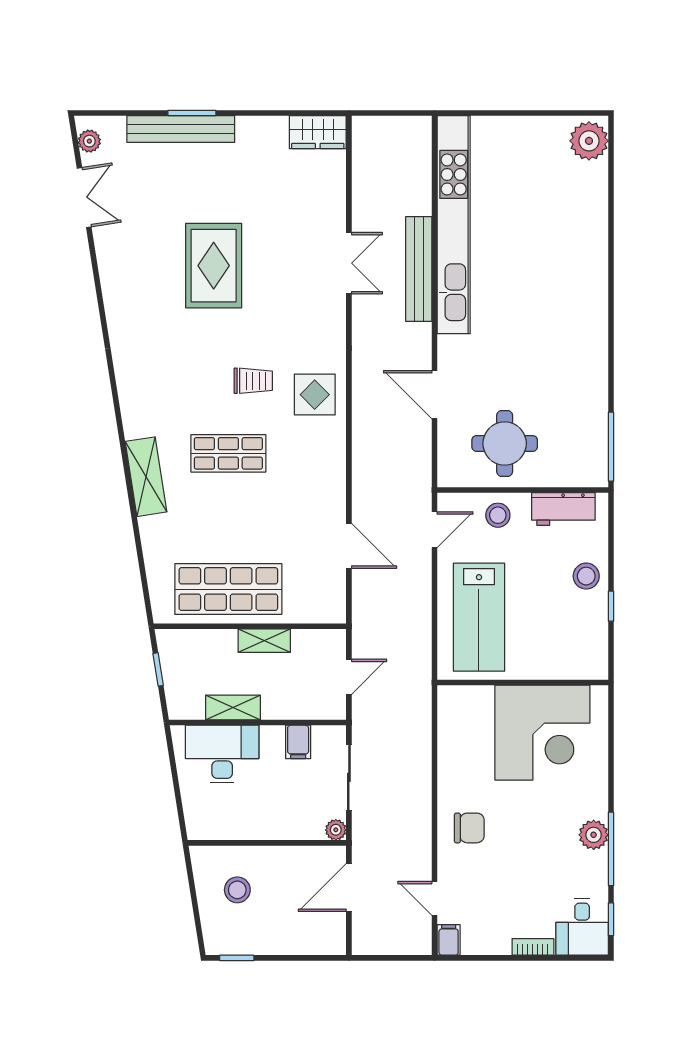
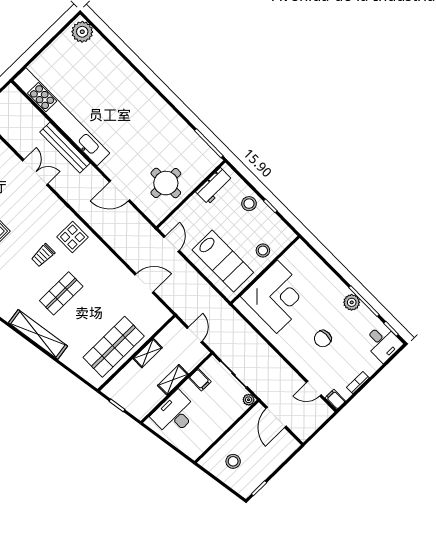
trolley: (253, 381) -> (43, 255), turned 180
shelving: (146, 477) -> (38, 334), width x1.47
stool: (498, 515) -> (263, 250), moved
shelving: (233, 708) -> (173, 380), moved
corner desk: (542, 733) -> (277, 297), moved
chair: (469, 828) -> (323, 339), moved, turned 180
bookcase: (533, 947) -> (358, 383), moved

